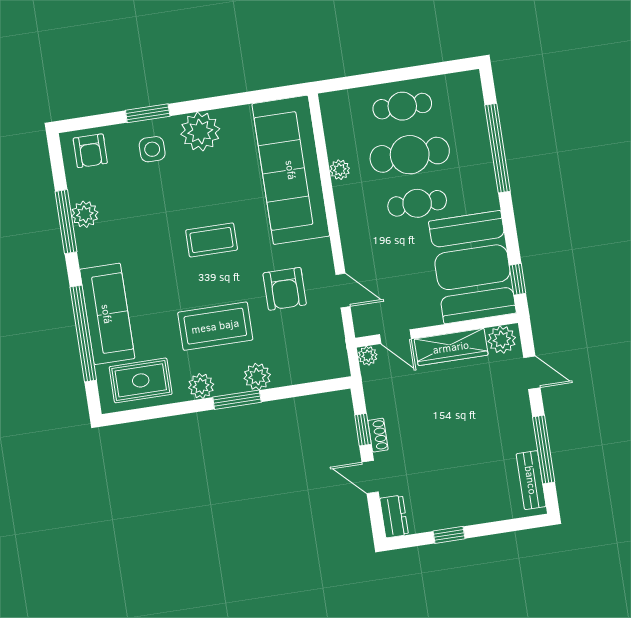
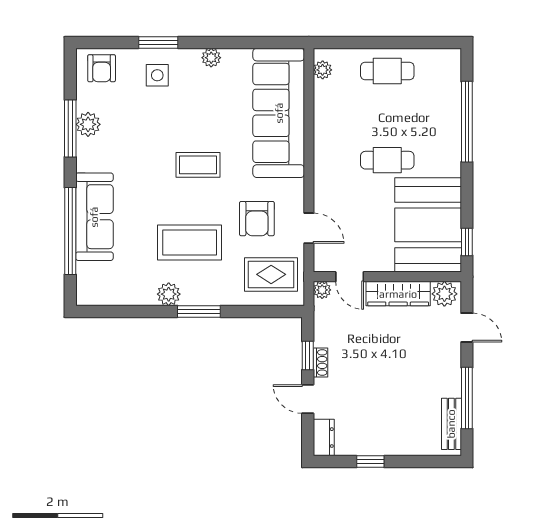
plant: (200, 131) -> (211, 58), width x0.53, depth x0.53
cafe table: (410, 155) -> (387, 116), removed
plant: (340, 170) -> (323, 70), moved
plant: (257, 377) -> (220, 293), removed
rug: (141, 380) -> (271, 274), moved

